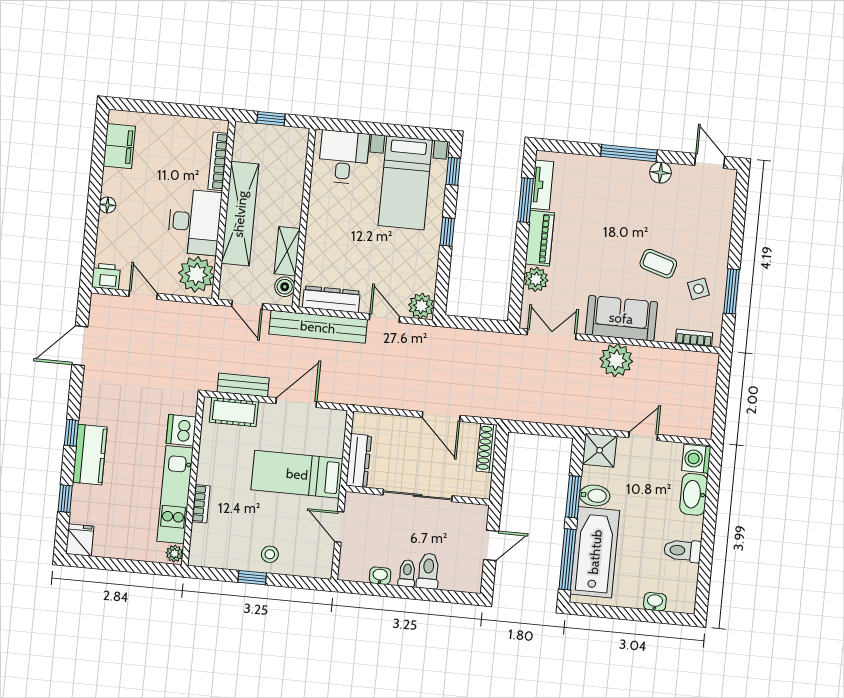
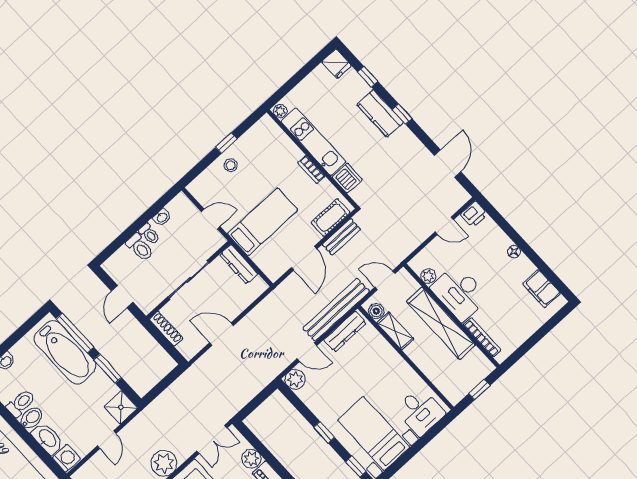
plant: (196, 274) -> (428, 276), width x0.53, depth x0.53
shoe rack: (487, 448) -> (166, 329), moved
bidet: (595, 495) -> (31, 418), moved, turned 180
bookcase: (201, 504) -> (311, 169), moved

